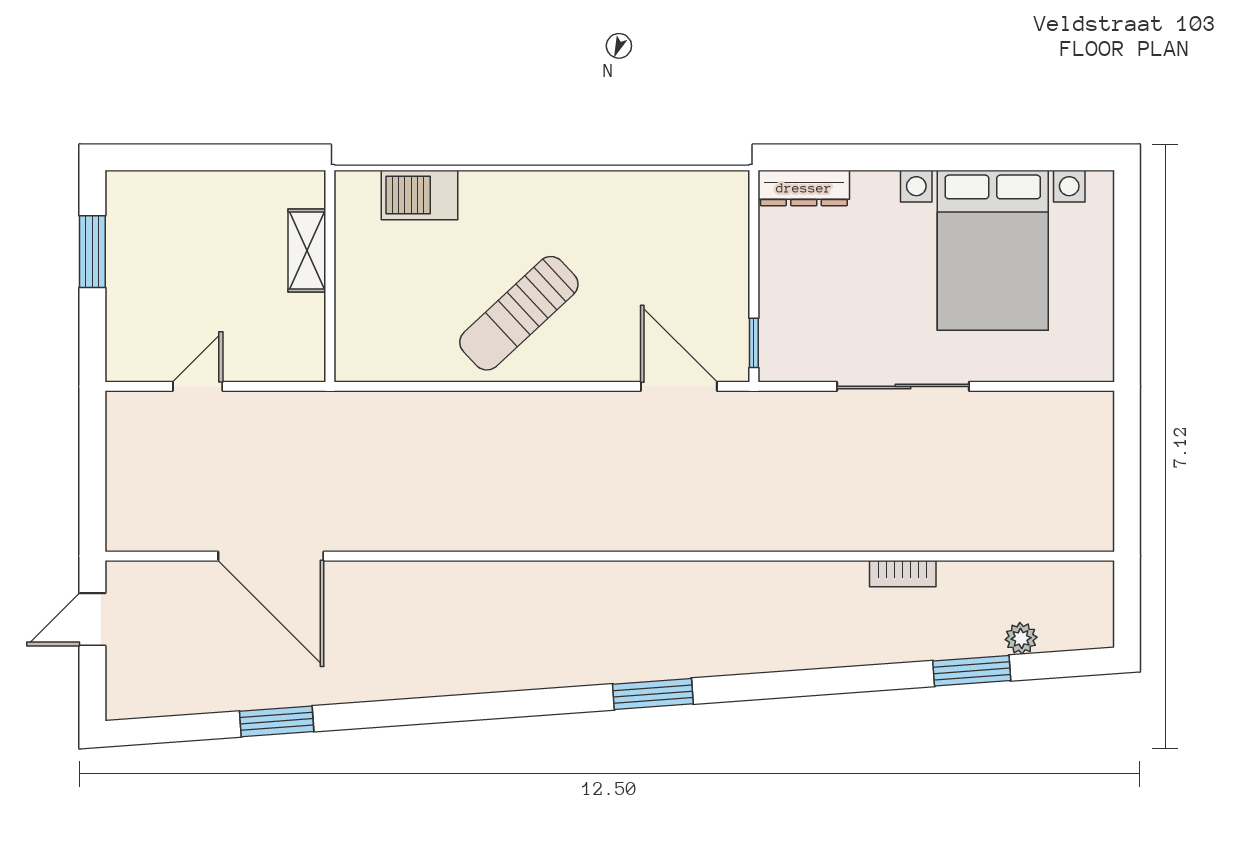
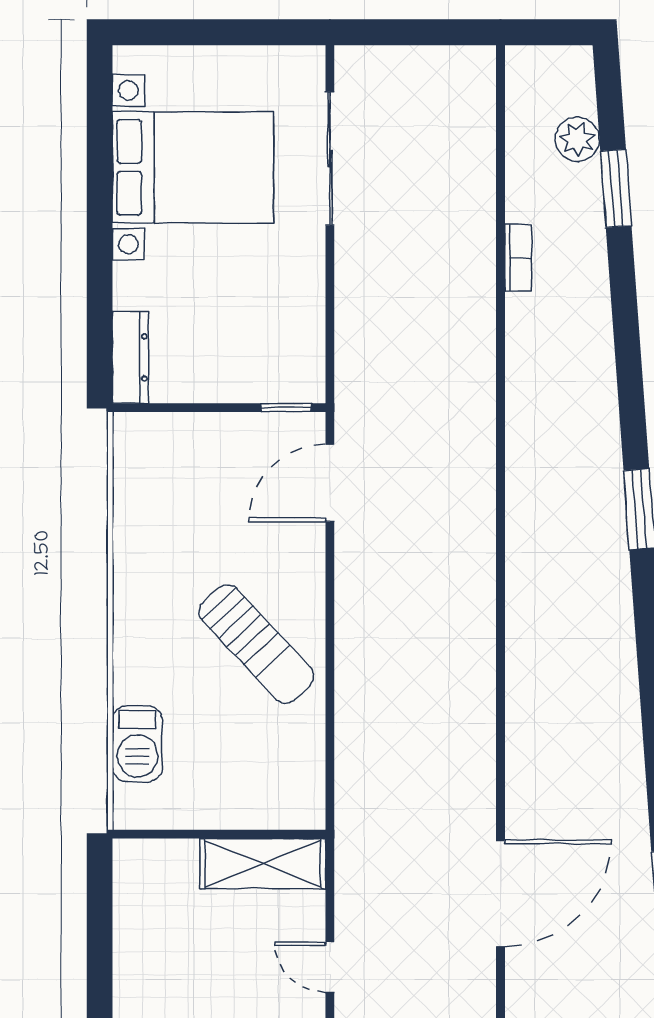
shelving: (307, 250) -> (263, 864), moved, width x1.50, depth x1.33
sliding door: (903, 386) -> (330, 159), moved
plant: (1021, 638) -> (577, 139), width x1.38, depth x1.38

